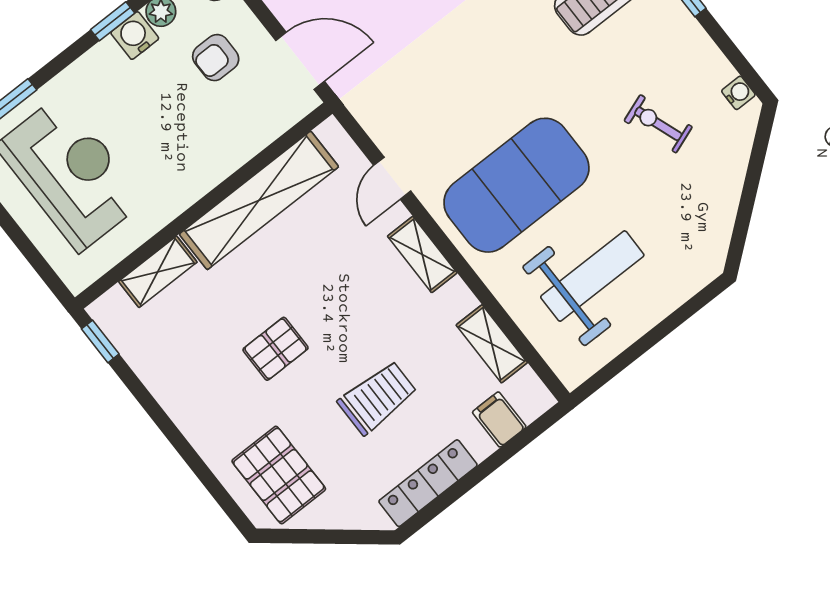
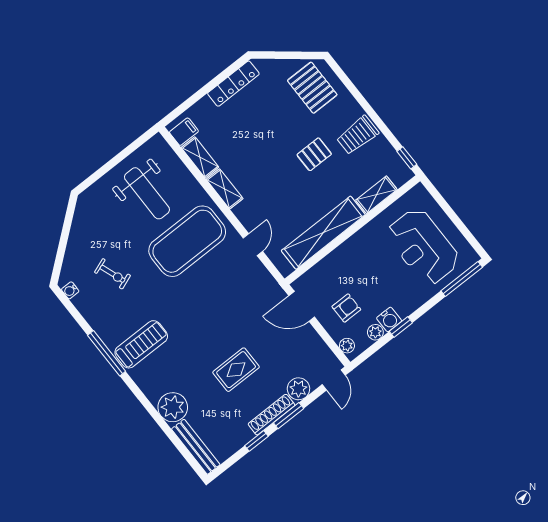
shelving: (422, 255) -> (225, 189), moved
weight bench: (592, 276) -> (147, 193), turned -90
trolley: (377, 398) -> (358, 135), moved
filing cabinet: (499, 420) -> (184, 132), moved, turned -90

